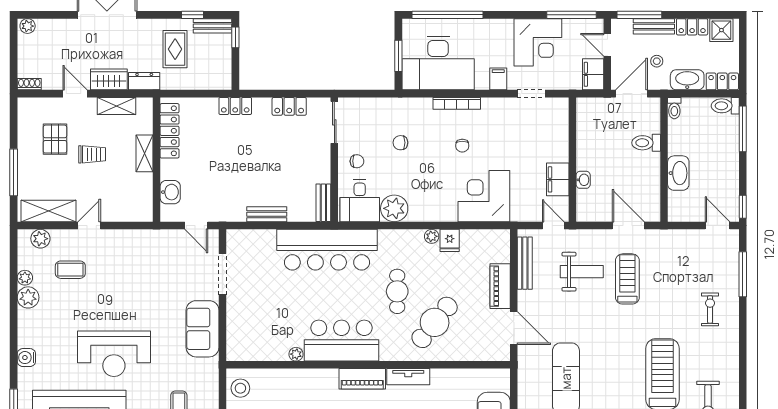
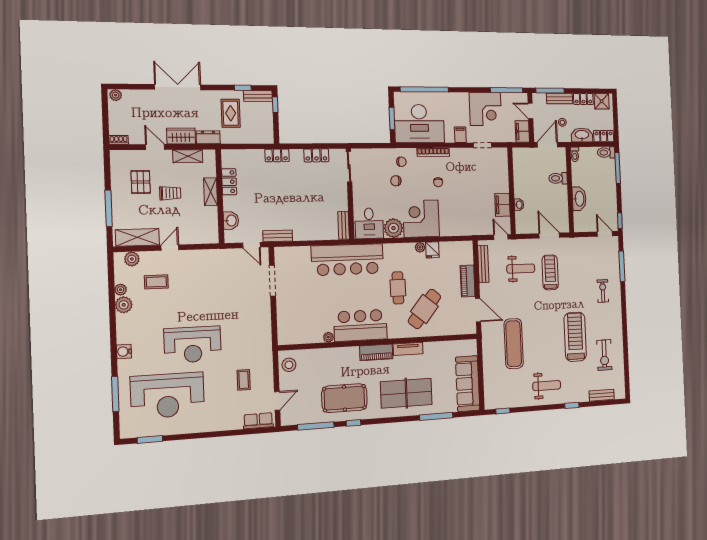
locker: (170, 131) -> (229, 182), width x0.66
chair: (357, 161) -> (401, 162), moved
corner desk: (484, 196) -> (421, 219), moved
bench: (267, 214) -> (278, 236), moved
sofa: (203, 329) -> (259, 322), removed

